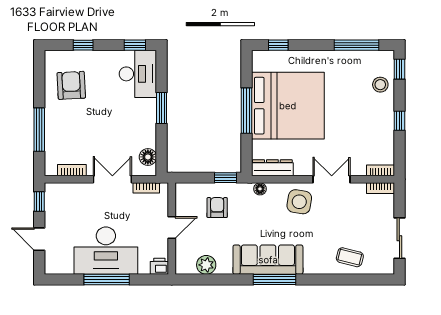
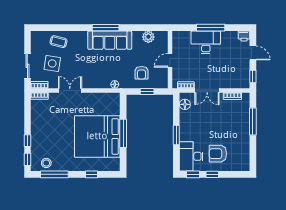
window: (83, 45) -> (212, 174), moved
window: (278, 45) -> (92, 174), moved
armchair: (71, 85) -> (218, 154), moved, turned 93
stool: (380, 85) -> (46, 163), moved
window: (399, 121) -> (27, 141), moved
dresser: (272, 168) -> (107, 98), removed
window: (226, 178) -> (147, 91), moved
double door: (332, 179) -> (70, 90), swing flipped
side table: (299, 202) -> (52, 63), moved
sliding door: (399, 238) -> (27, 66), moved
desk: (106, 251) -> (206, 42), width x0.73, depth x0.77
printer: (159, 266) -> (244, 36), moved

